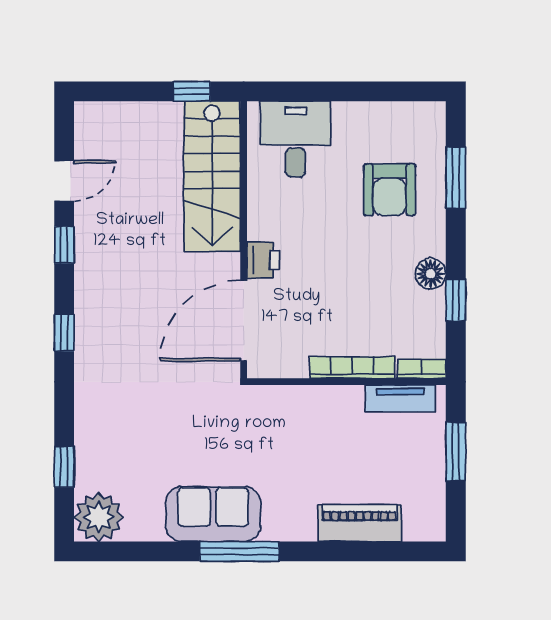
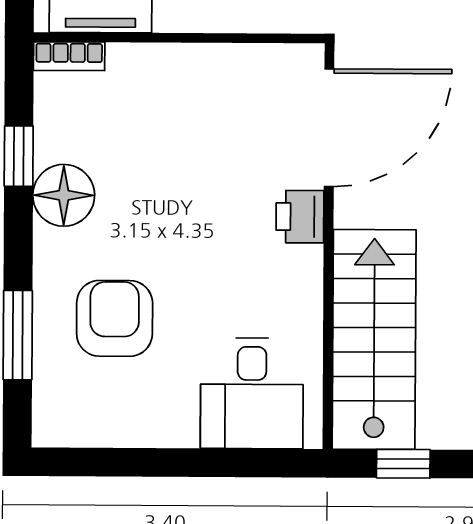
floor lamp: (431, 274) -> (64, 195), width x1.38, depth x1.38
bookcase: (352, 368) -> (171, 58), removed

